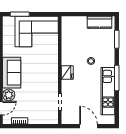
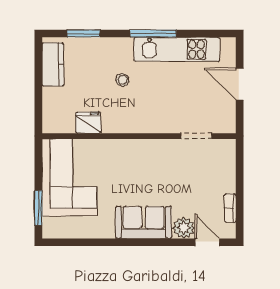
fridge: (67, 72) -> (88, 123), moved
door: (89, 126) -> (240, 84), hinge flipped

